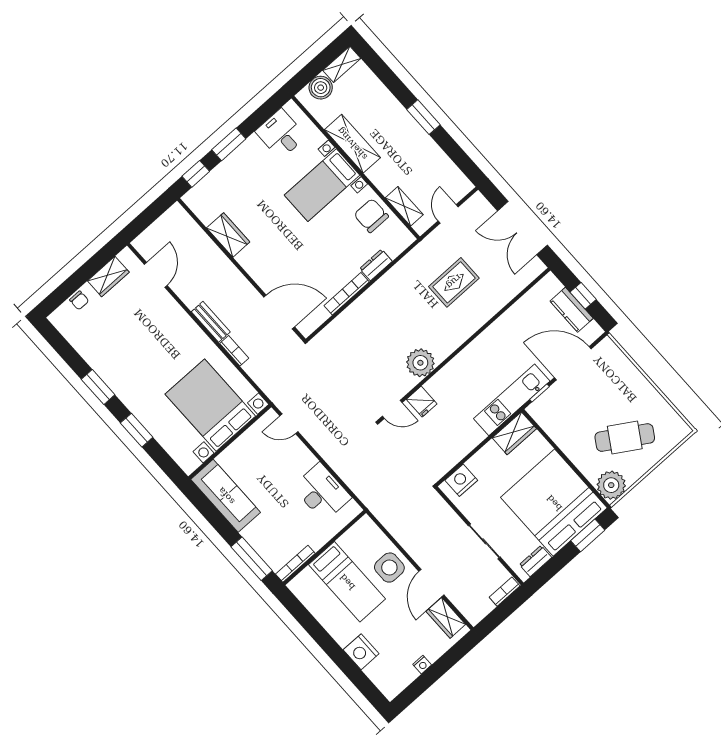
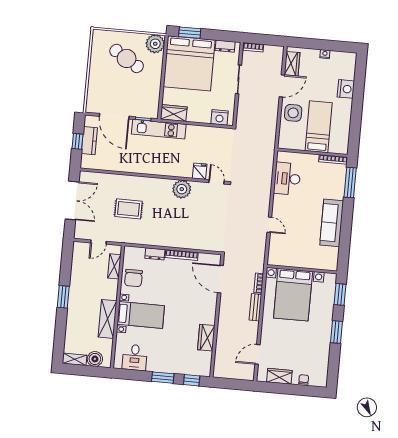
bed with nightstands: (210, 405) -> (293, 295), moved
wall: (230, 442) -> (302, 269), moved

